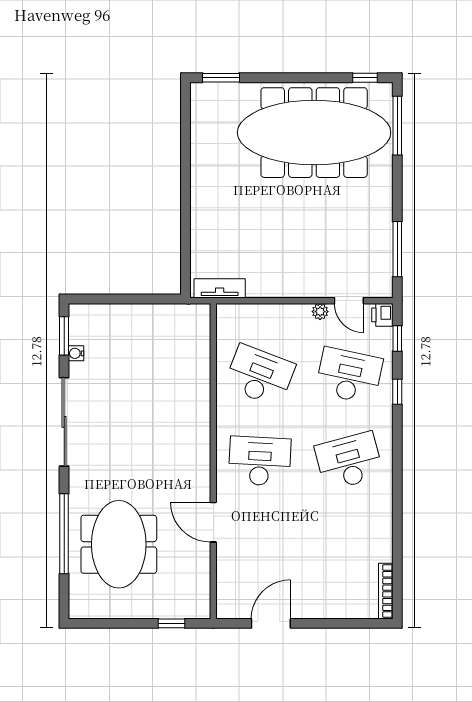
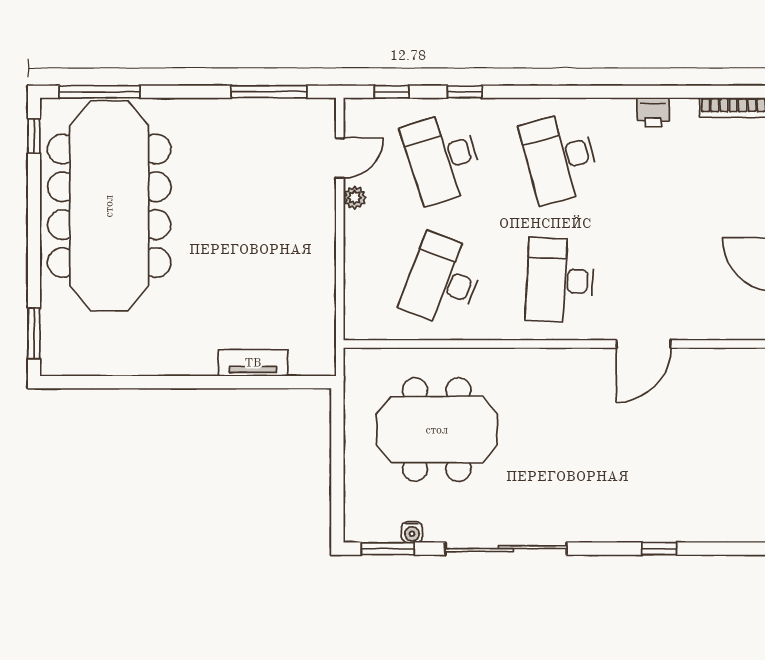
tv unit: (220, 288) -> (253, 363), moved, turned 90
printer: (382, 315) -> (653, 112), moved
desk: (349, 376) -> (442, 158), turned -30
window: (64, 534) -> (659, 549), width x0.32
meeting table: (119, 544) -> (437, 430), moved

